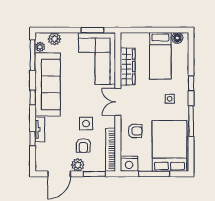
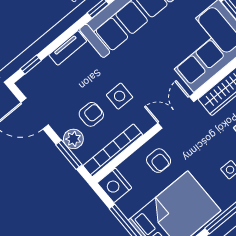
window: (33, 139) -> (31, 65), moved
armchair: (83, 146) -> (91, 114), turned 180
plant: (78, 165) -> (73, 139), moved

